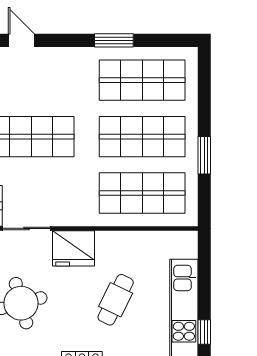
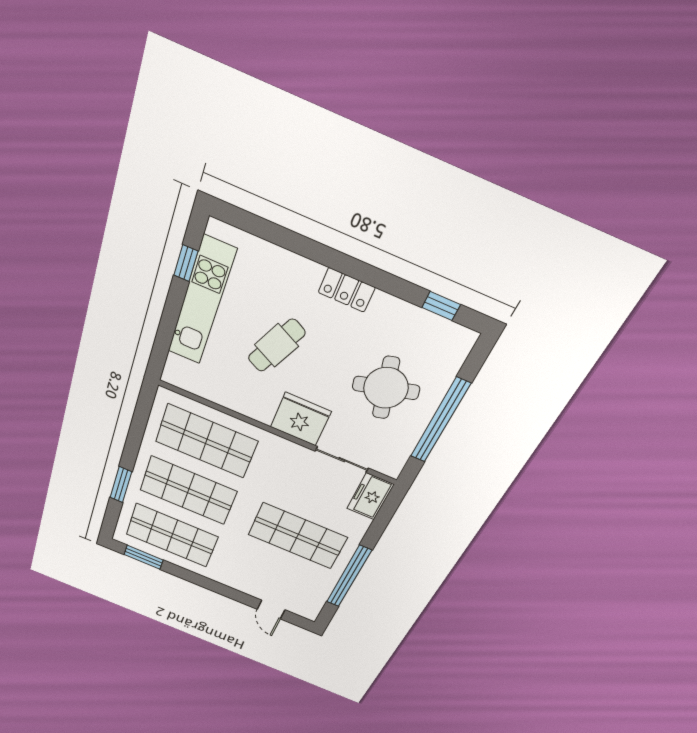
window: (114, 40) -> (144, 557), moved
window: (204, 155) -> (121, 485), moved

